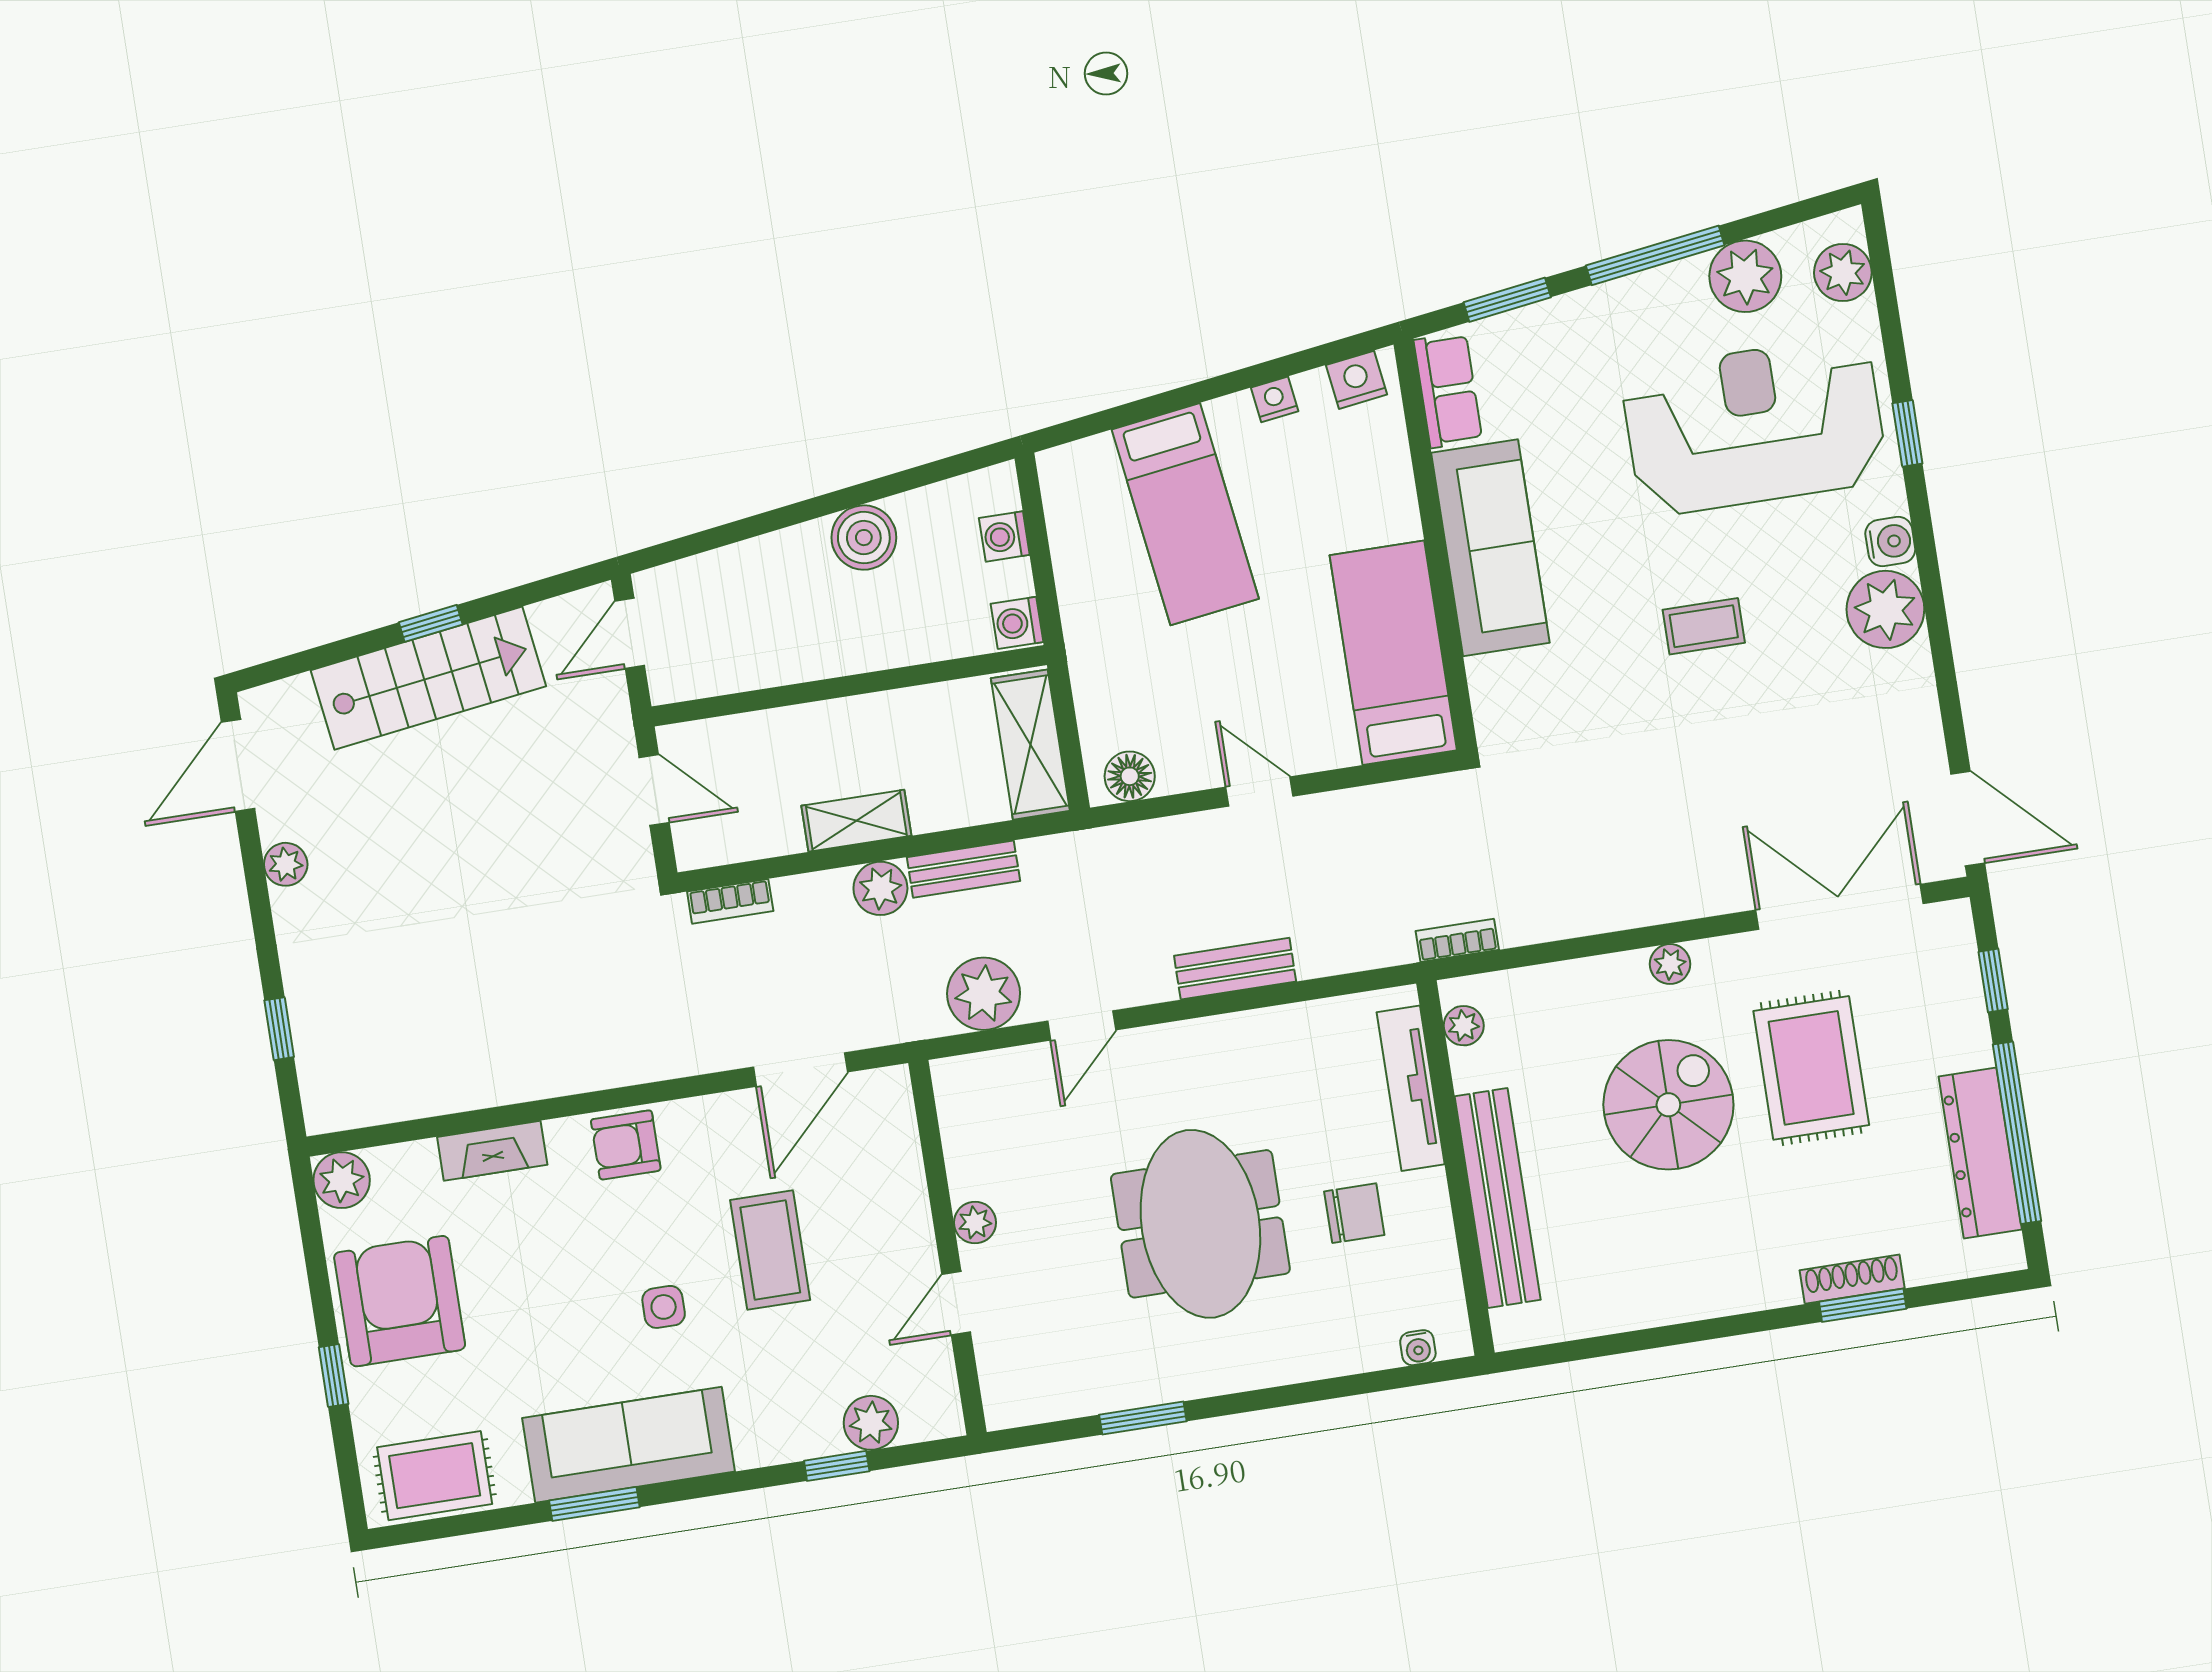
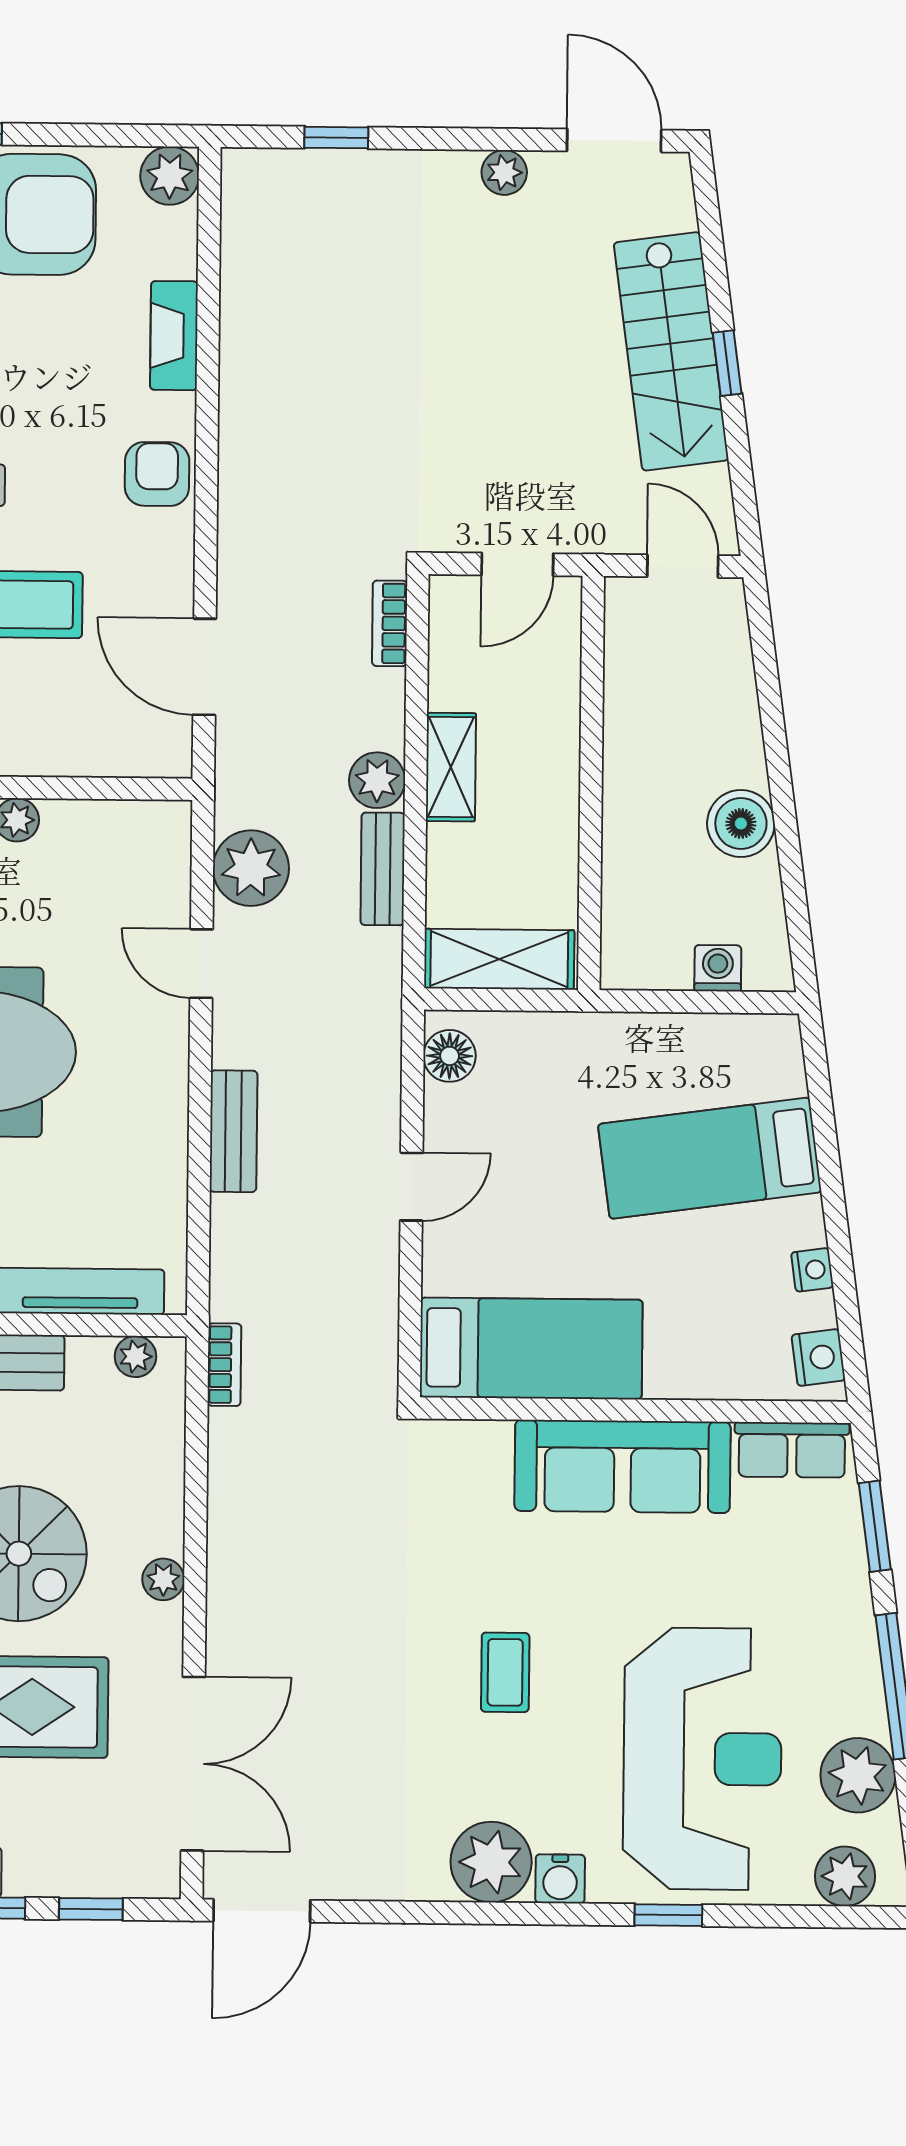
washing machine: (1017, 623) -> (627, 966), removed

